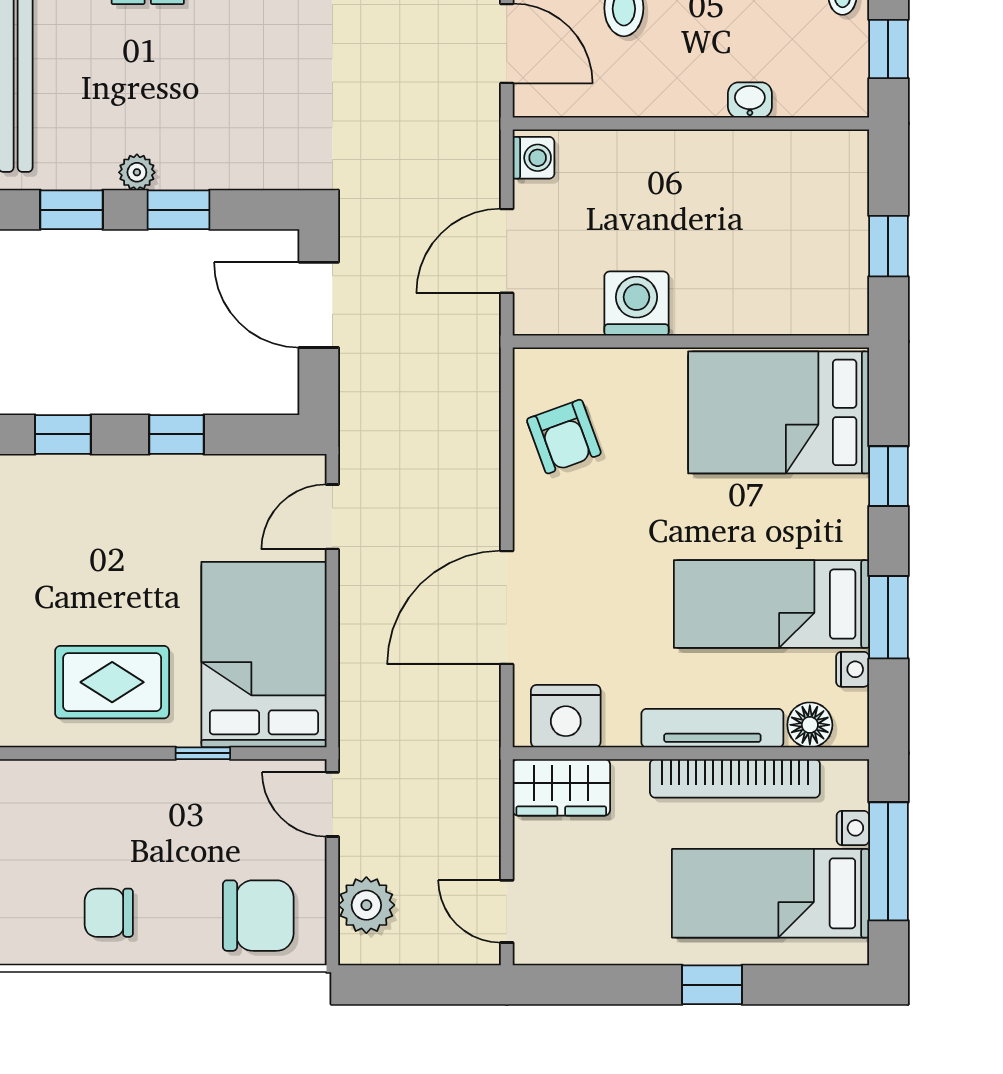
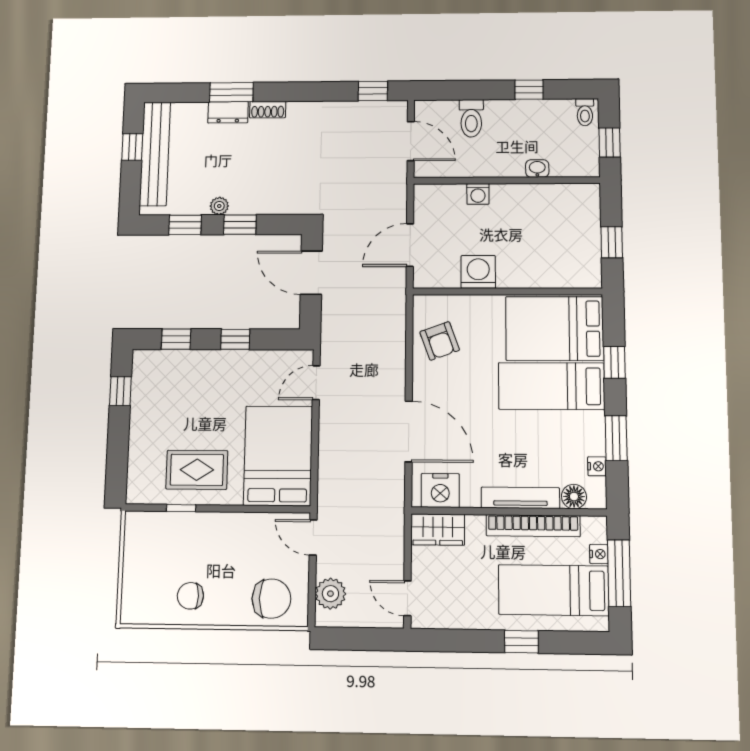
washing machine: (533, 158) -> (478, 194), moved, turned 90
bed: (771, 604) -> (551, 386), moved
door: (507, 608) -> (409, 431), swing flipped
window: (203, 753) -> (181, 508), moved

